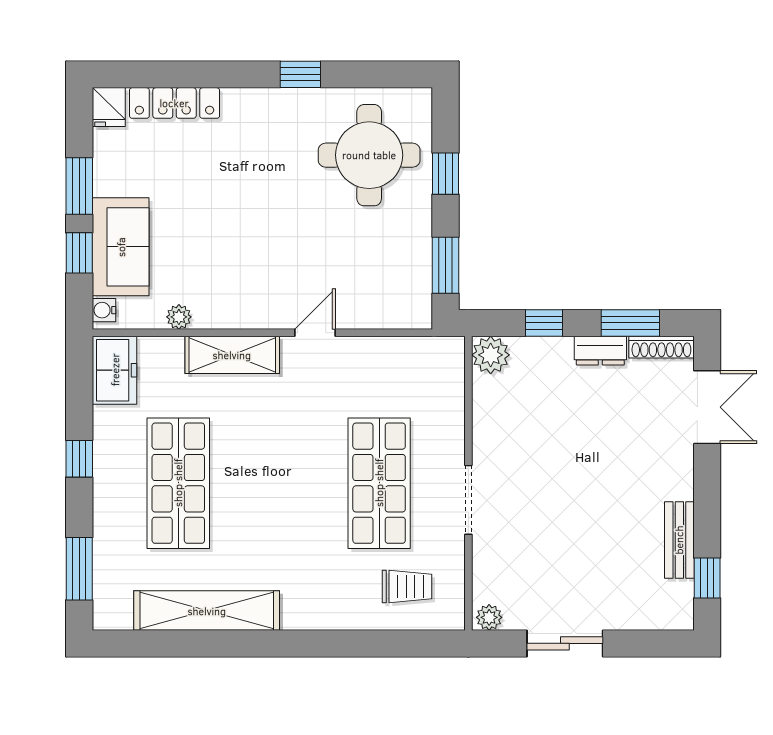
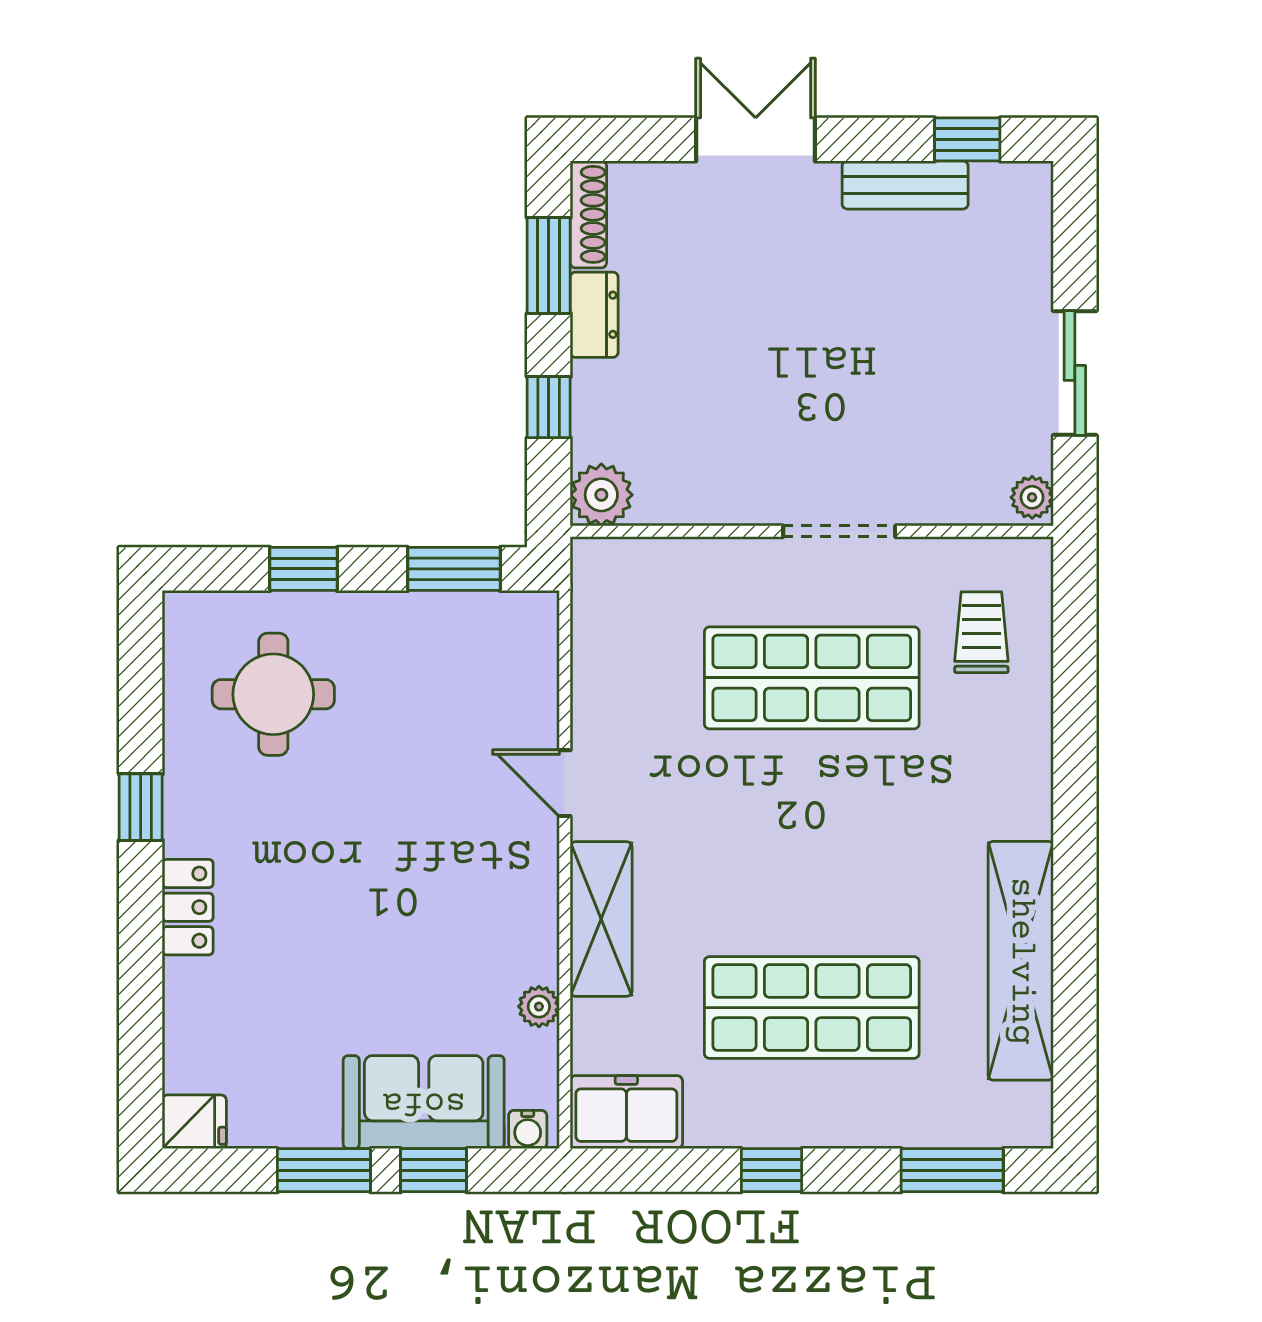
locker: (174, 103) -> (188, 907), moved, width x0.66
round table: (369, 155) -> (273, 694), width x0.73, depth x0.73
double door: (707, 407) -> (756, 139), moved

